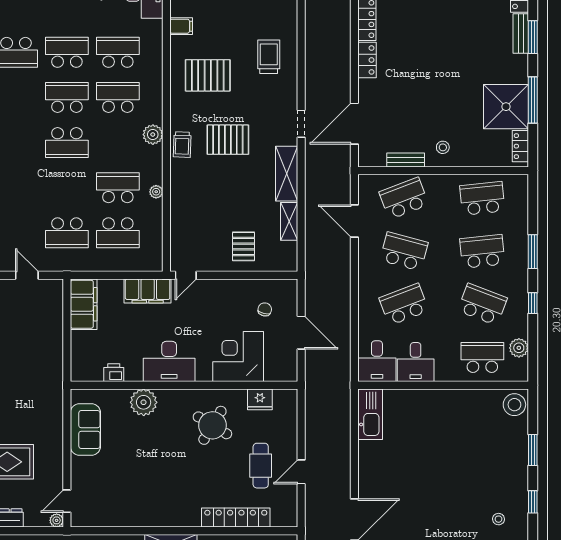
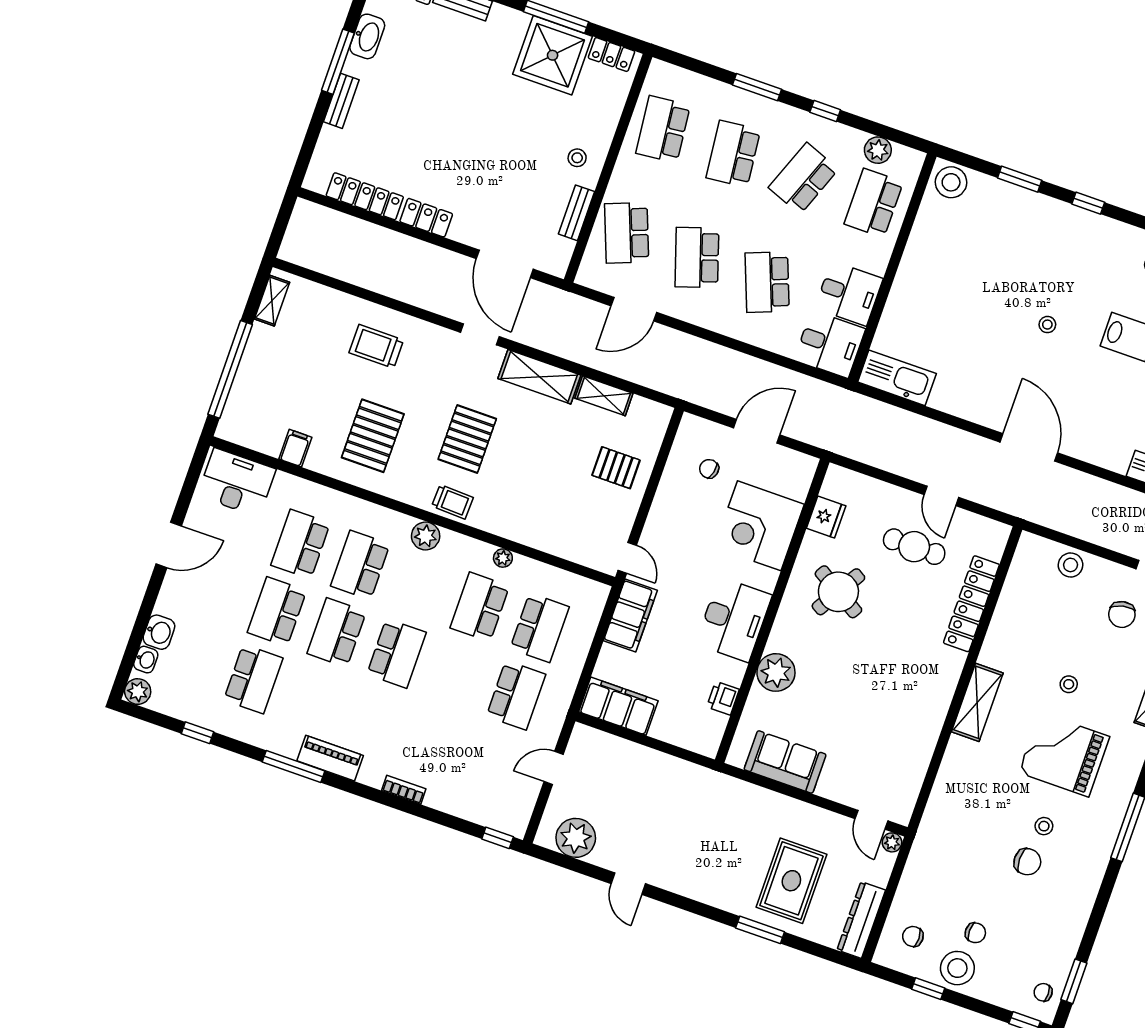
school desk: (404, 251) -> (697, 258), turned -33
stool: (499, 519) -> (1047, 325), moved

